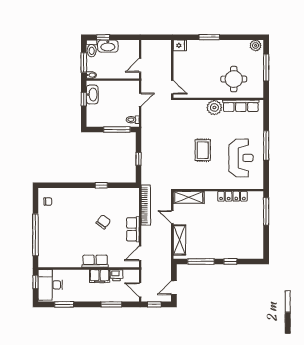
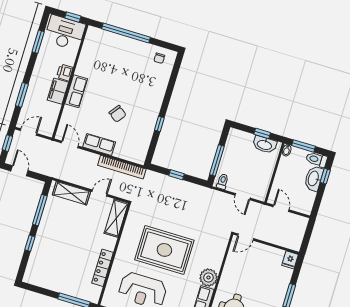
rug: (203, 150) -> (164, 250), width x1.86, depth x2.06
printer: (116, 275) -> (65, 72), moved

